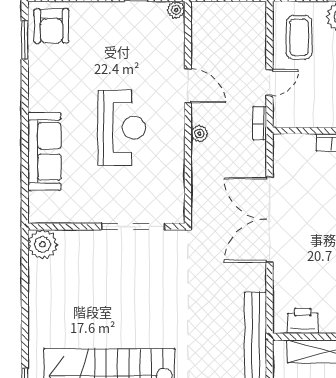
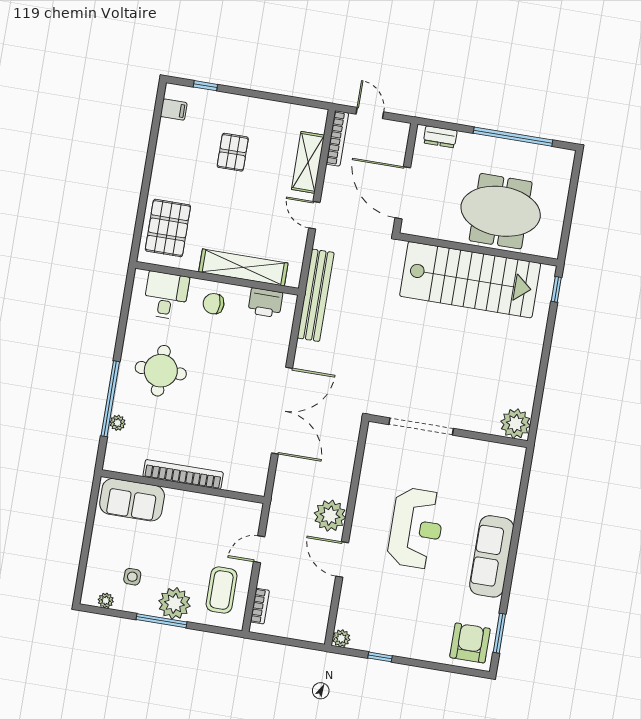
bookcase: (260, 123) -> (260, 606), moved
reception desk: (122, 128) -> (416, 528), turned 180
plant: (199, 133) -> (330, 516), width x1.87, depth x1.87
sofa: (44, 151) -> (492, 556), moved

